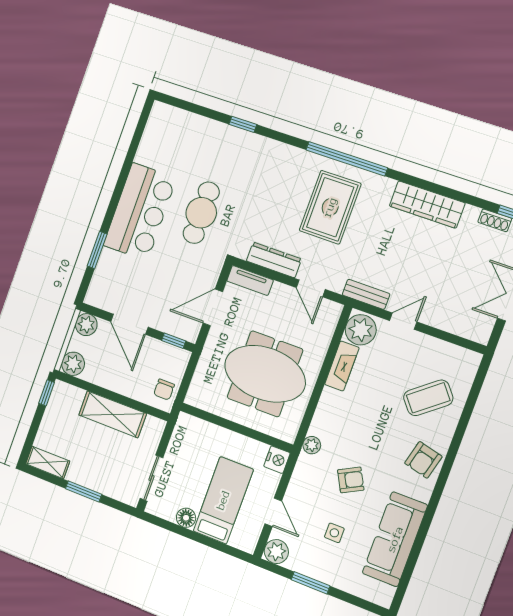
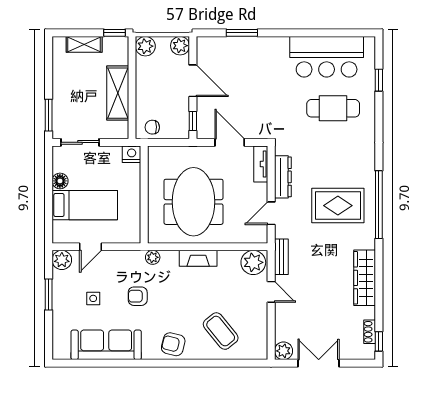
window: (243, 124) -> (379, 80), moved
bar counter: (140, 212) -> (327, 57), moved
cafe table: (201, 213) -> (333, 108), moved
door: (129, 324) -> (193, 81), swing flipped
plant: (480, 332) -> (284, 351), added
fireplace: (342, 366) -> (198, 258), moved
nightstand: (277, 460) -> (132, 154), moved, turned 180
shelving: (48, 462) -> (84, 44), moved, turned 90
armchair: (351, 480) -> (138, 296), turned 118
window: (84, 491) -> (49, 115), moved

